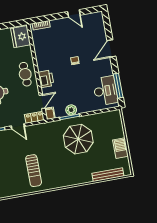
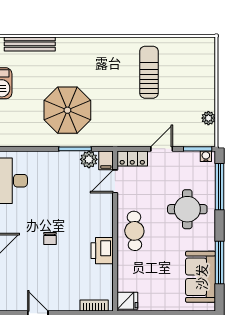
fridge: (21, 37) -> (127, 301), width x0.53, depth x0.75
printer: (46, 79) -> (102, 251), moved
plant: (71, 110) -> (89, 159), moved
door: (18, 126) -> (162, 149), hinge flipped

